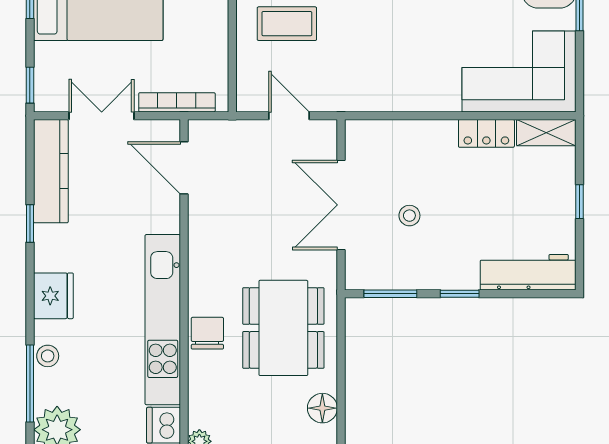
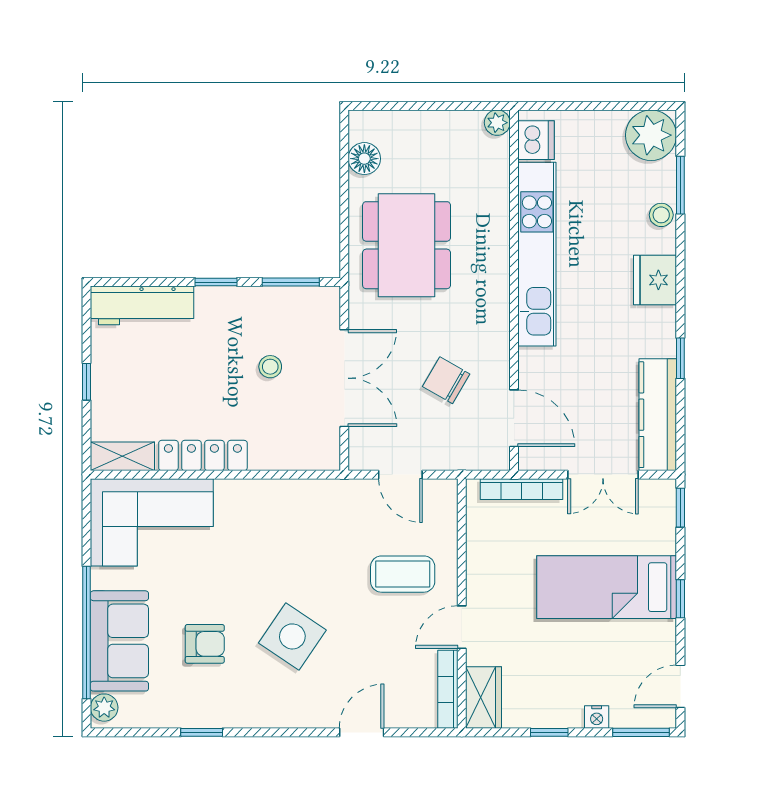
locker: (486, 133) -> (203, 455), width x1.53
chair: (207, 333) -> (446, 380), moved, turned 120
window: (30, 384) -> (680, 185), width x0.69

